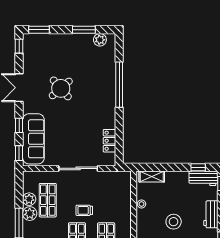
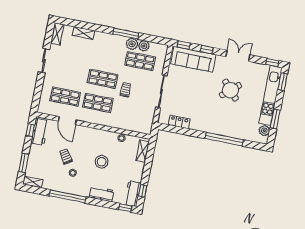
kitchen unit: (58, 41) -> (271, 95), added

